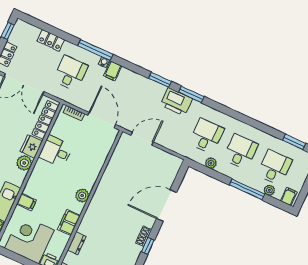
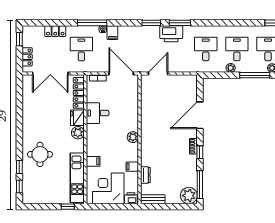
plant: (211, 163) -> (231, 68), moved
filing cabinet: (69, 222) -> (132, 167), width x0.50

